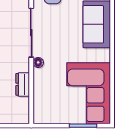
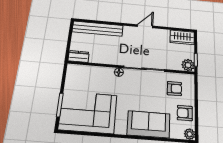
dresser: (23, 84) -> (79, 56), moved

